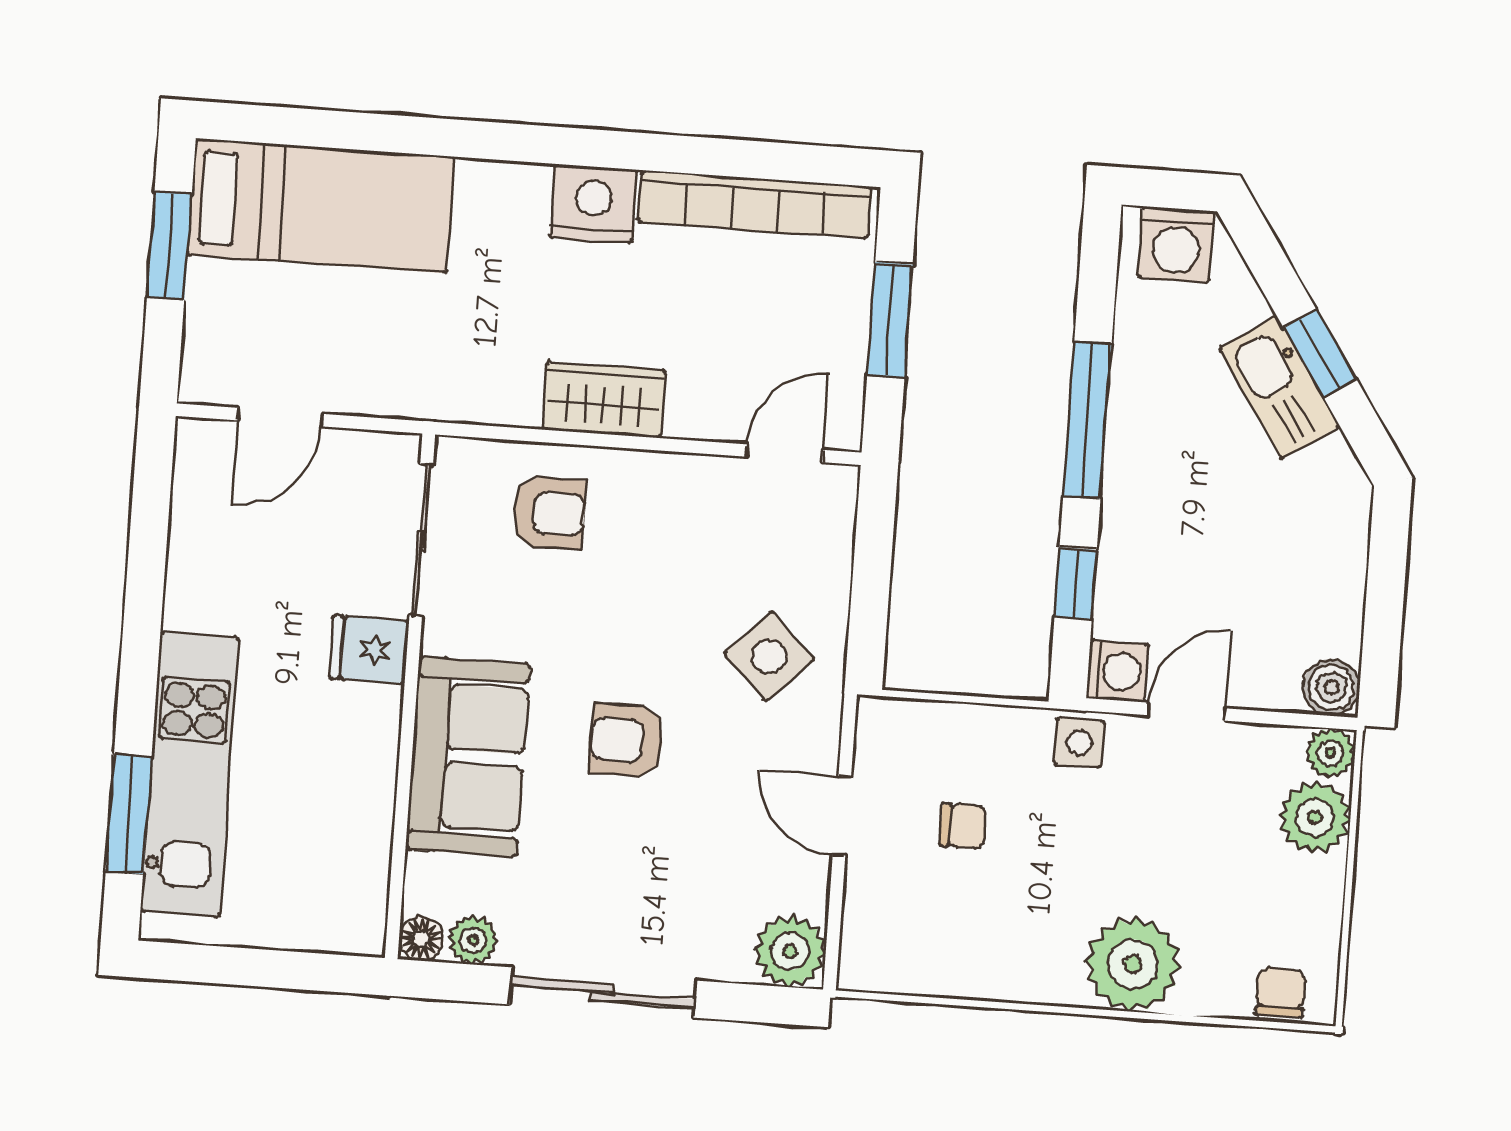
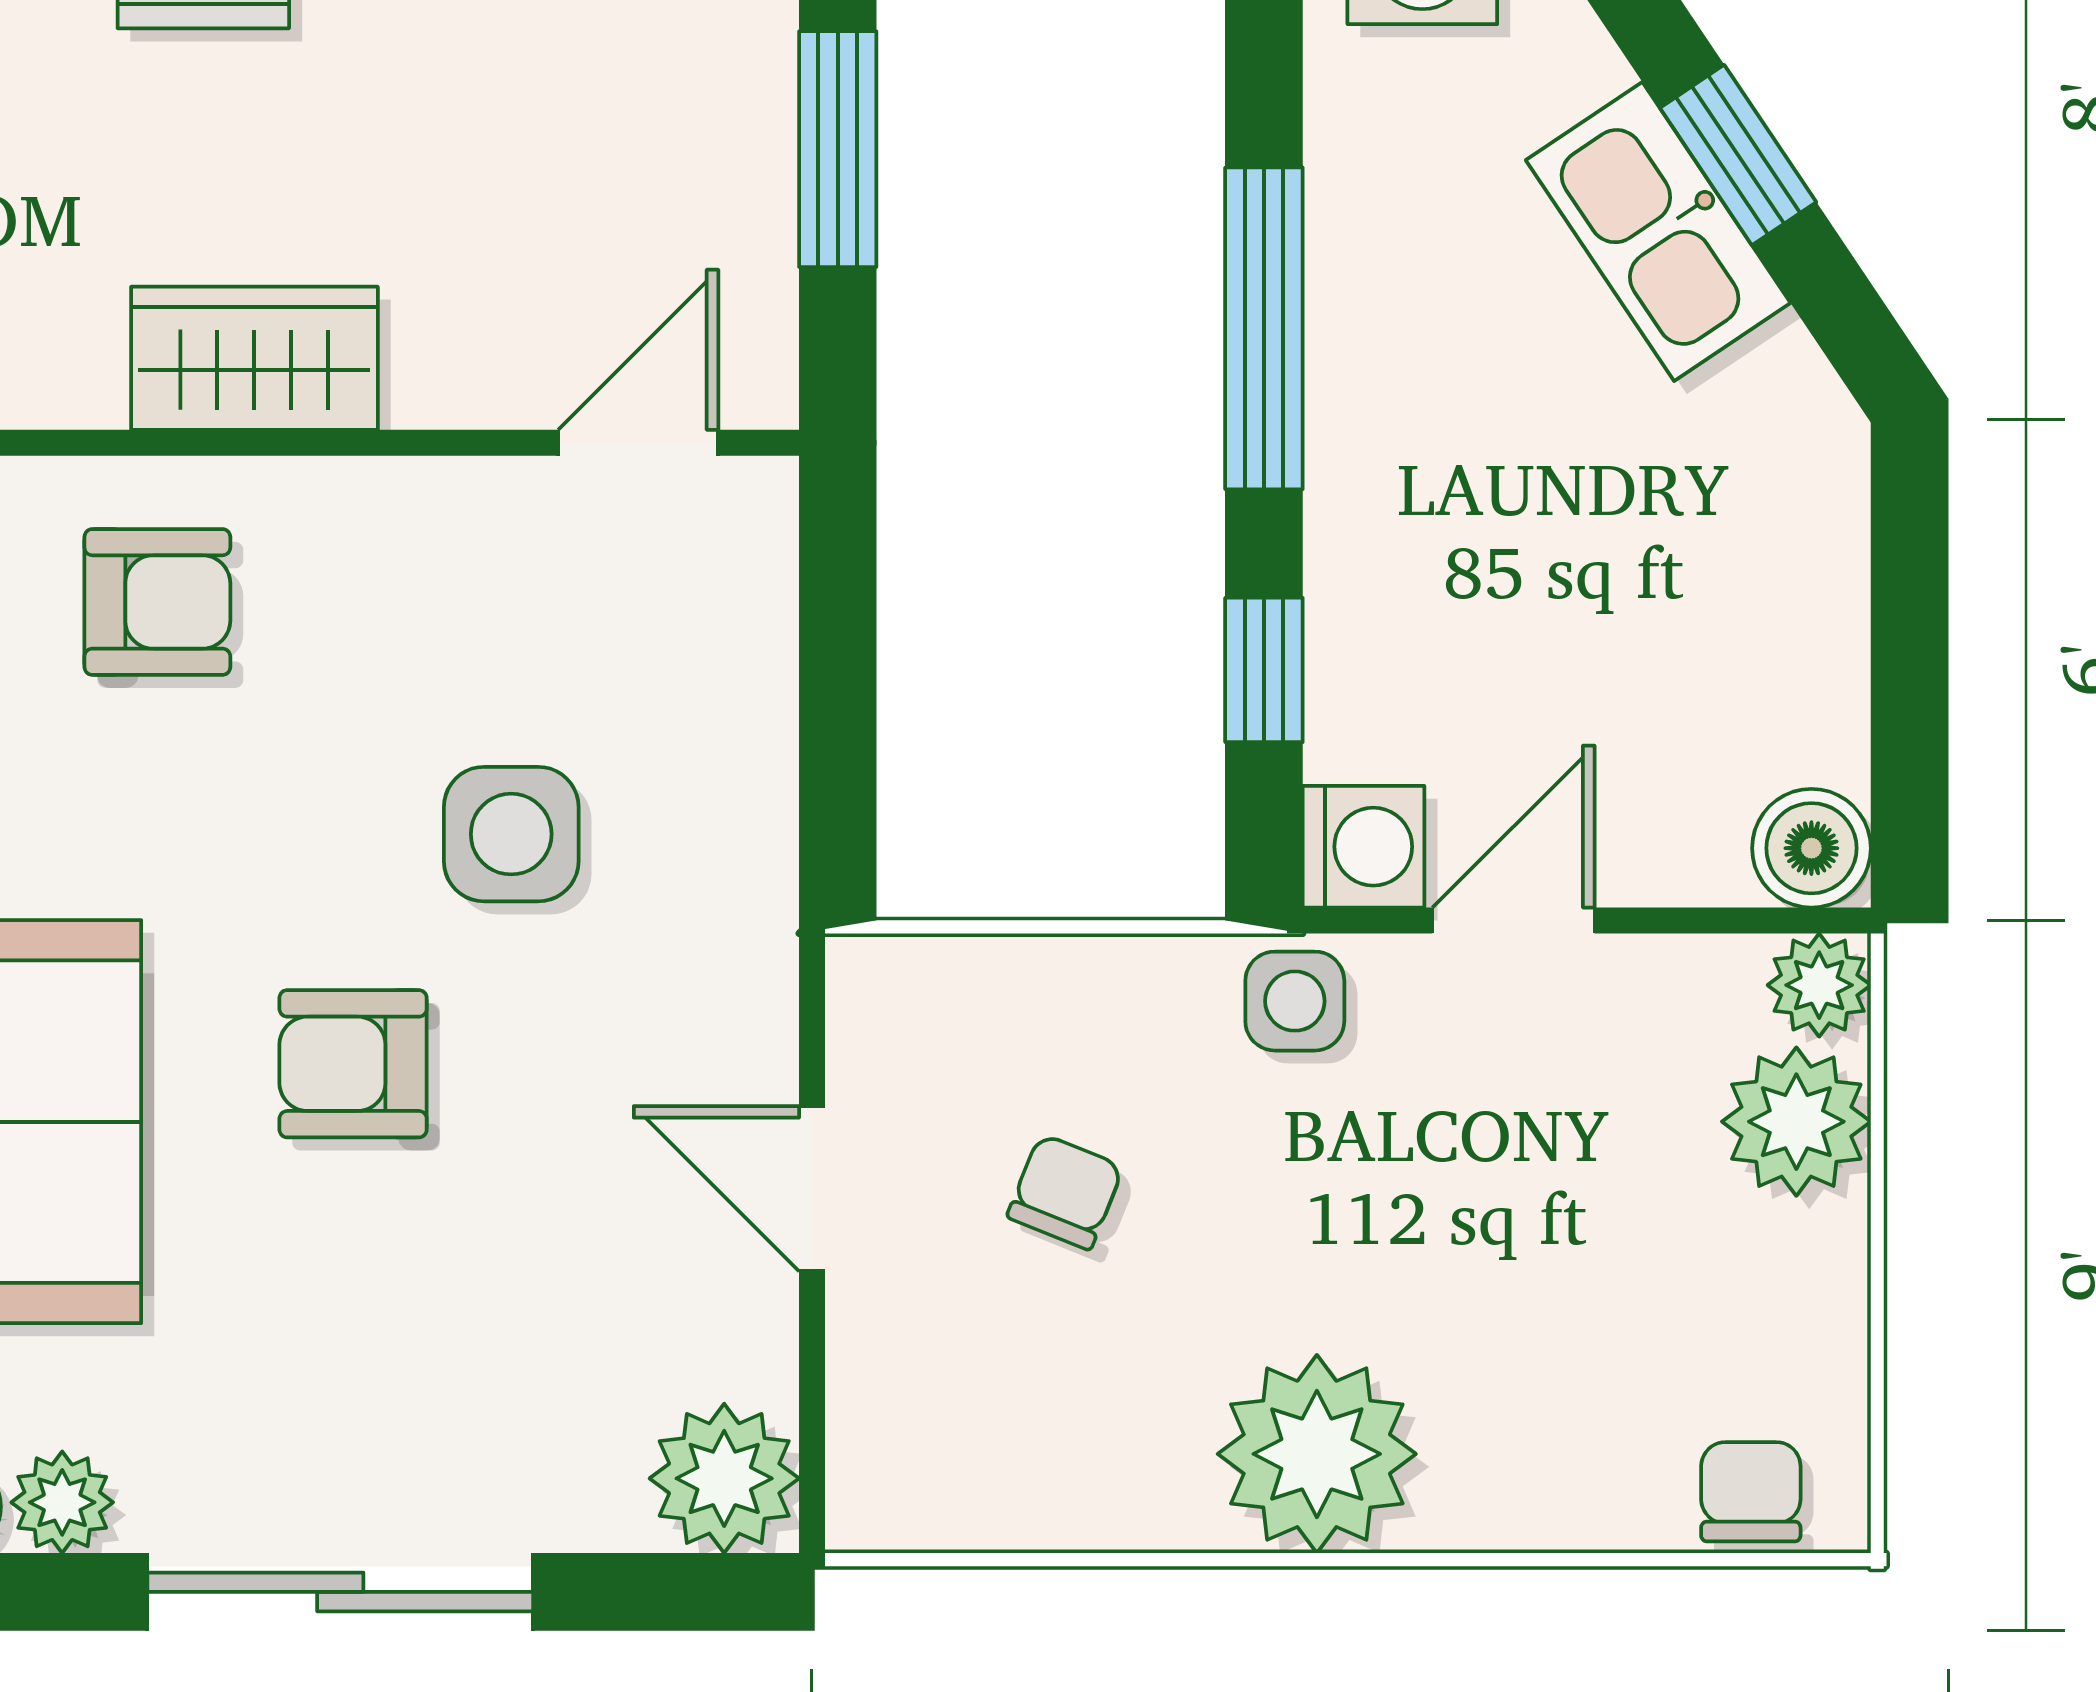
side table: (769, 656) -> (511, 834), moved, turned 45
chair: (963, 826) -> (1065, 1192), turned -68
plant: (1133, 964) -> (1317, 1454), moved

